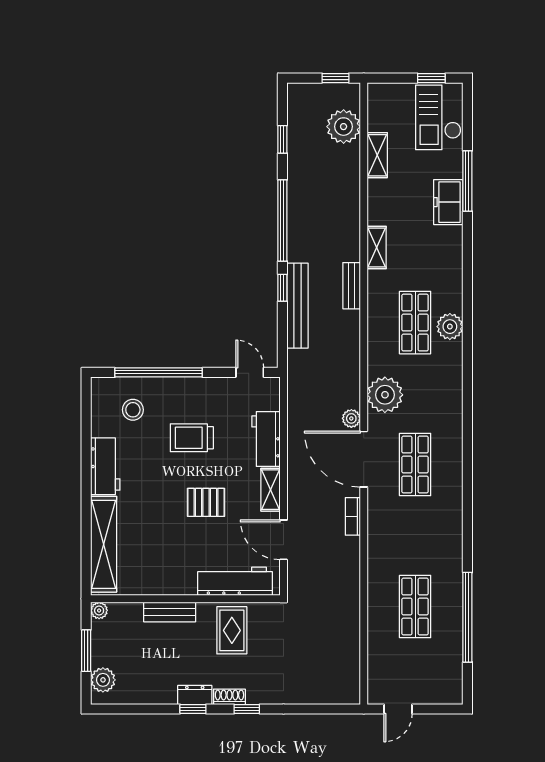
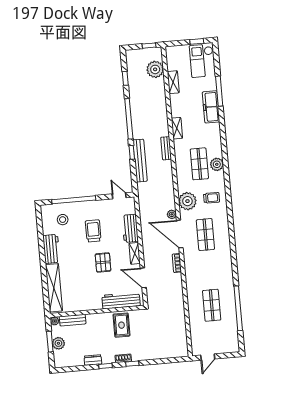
freezer: (448, 202) -> (211, 107), width x1.40
trolley: (434, 392) -> (212, 198), added
trolley: (192, 438) -> (93, 231), turned 90
pallet: (206, 502) -> (103, 262), turned 90
bench: (170, 612) -> (73, 320), moved
plant: (103, 680) -> (58, 343), moved
dresser: (195, 695) -> (93, 360), moved

